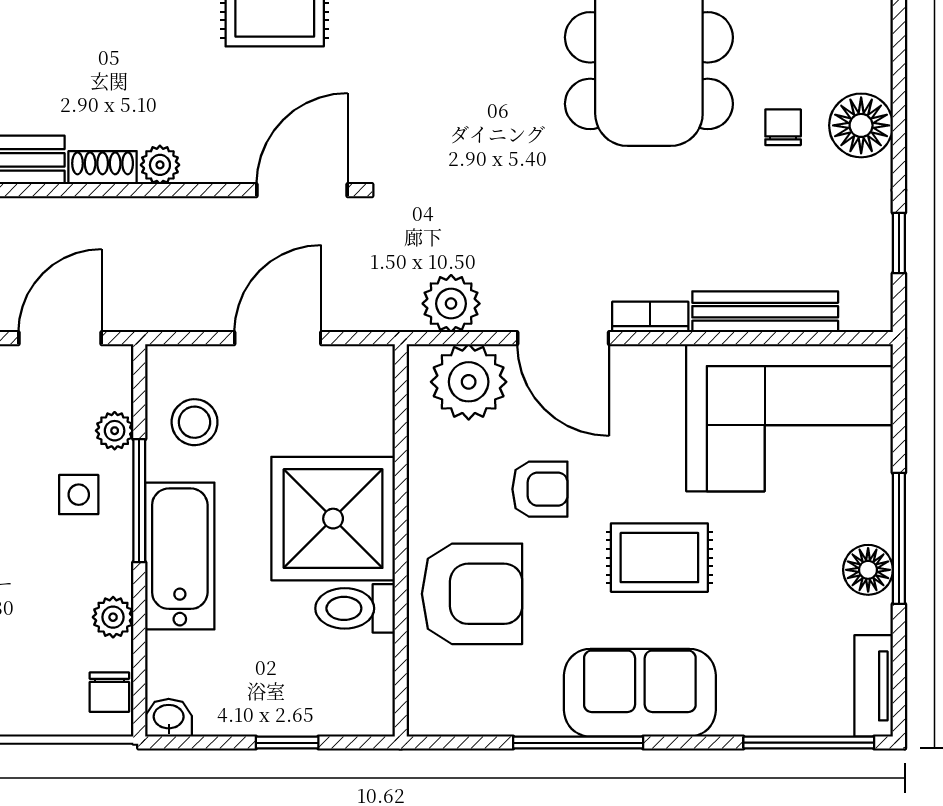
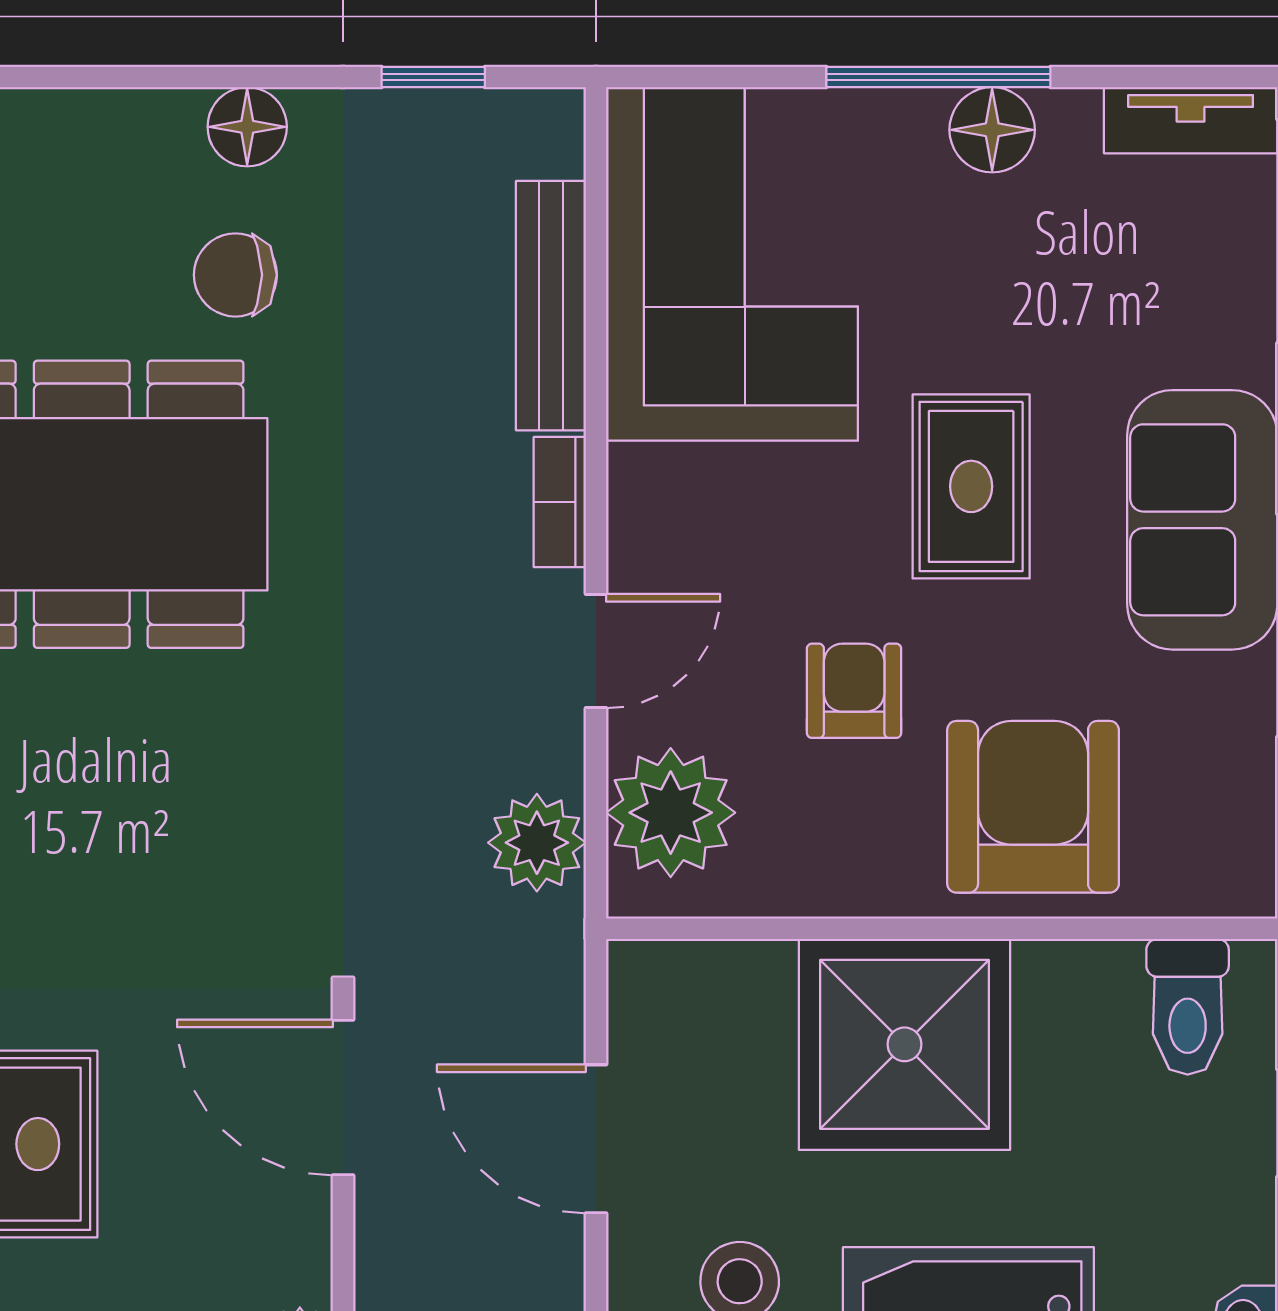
floor lamp: (861, 125) -> (247, 127), width x0.73, depth x0.73
chair: (783, 127) -> (235, 275), width x1.37, depth x1.37
door: (563, 338) -> (596, 651), width x0.73
toilet: (355, 608) -> (1188, 1007), moved

